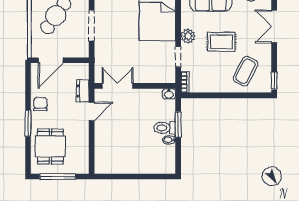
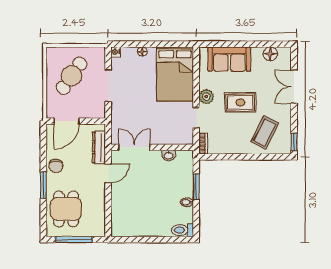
dresser: (83, 91) -> (99, 147), width x1.44
washbasin: (169, 94) -> (169, 155), moved
chair: (40, 104) -> (56, 166), turned 180
toilet: (165, 128) -> (183, 230), moved

